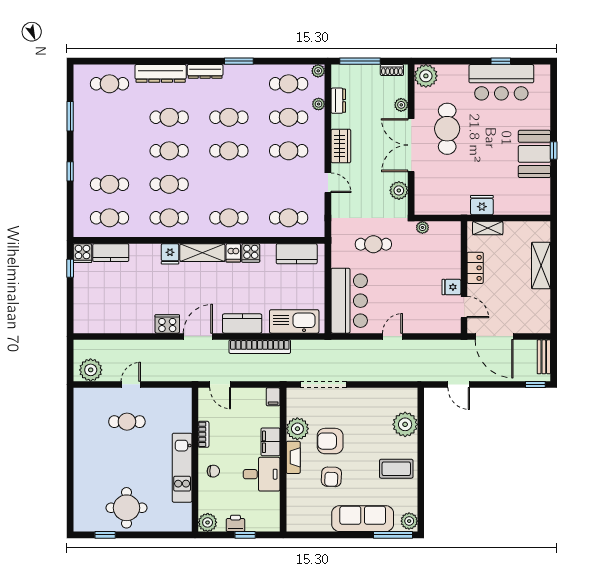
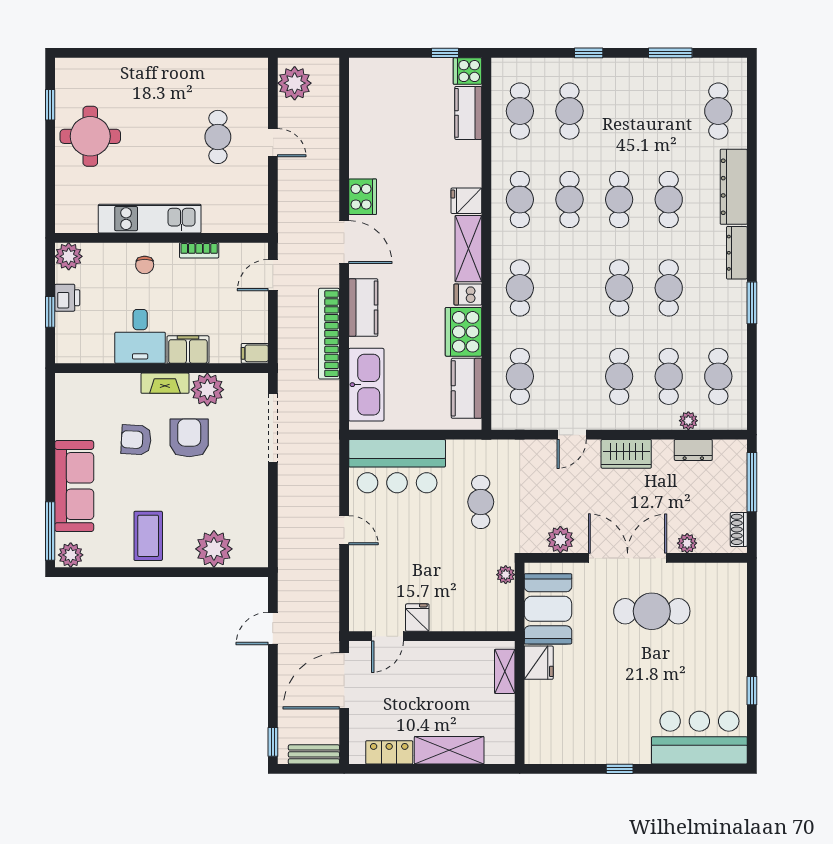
plant: (318, 71) -> (738, 420), removed
plant: (426, 76) -> (730, 580), removed
bar counter: (501, 82) -> (699, 738), moved, turned 90
booth: (534, 154) -> (548, 609), moved, turned 90
cooker: (251, 253) -> (463, 332), width x1.87, depth x1.31
locker: (475, 268) -> (389, 752), moved, turned 180

